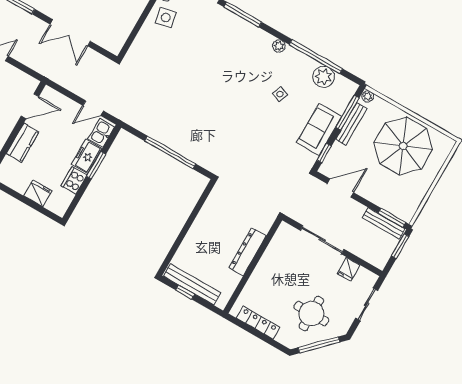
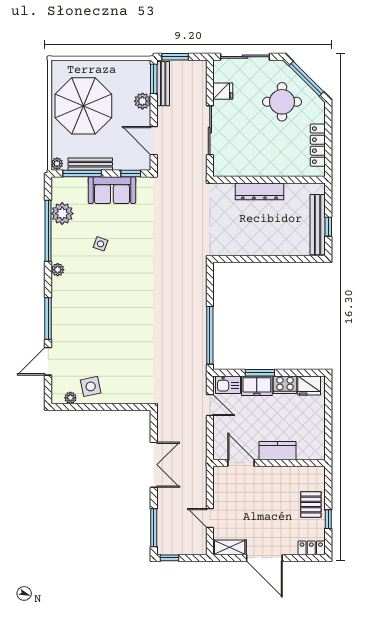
window: (170, 152) -> (210, 335), moved
fridge: (38, 193) -> (309, 385), moved, turned -90
plant: (379, 198) -> (142, 101), added
sliding door: (367, 304) -> (245, 57), width x1.37

